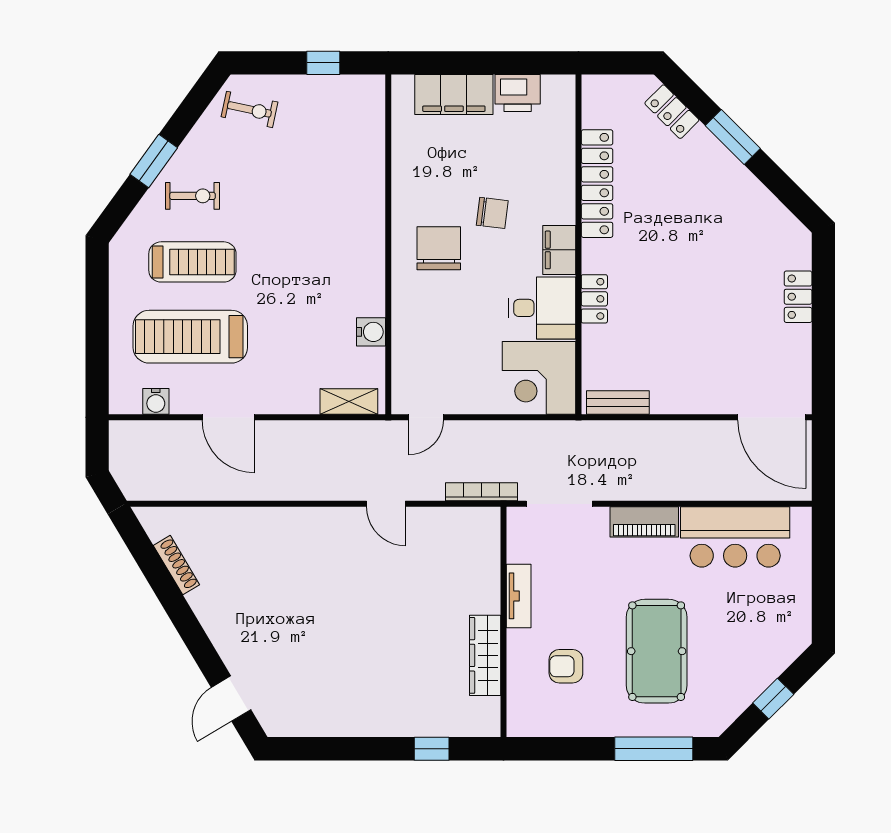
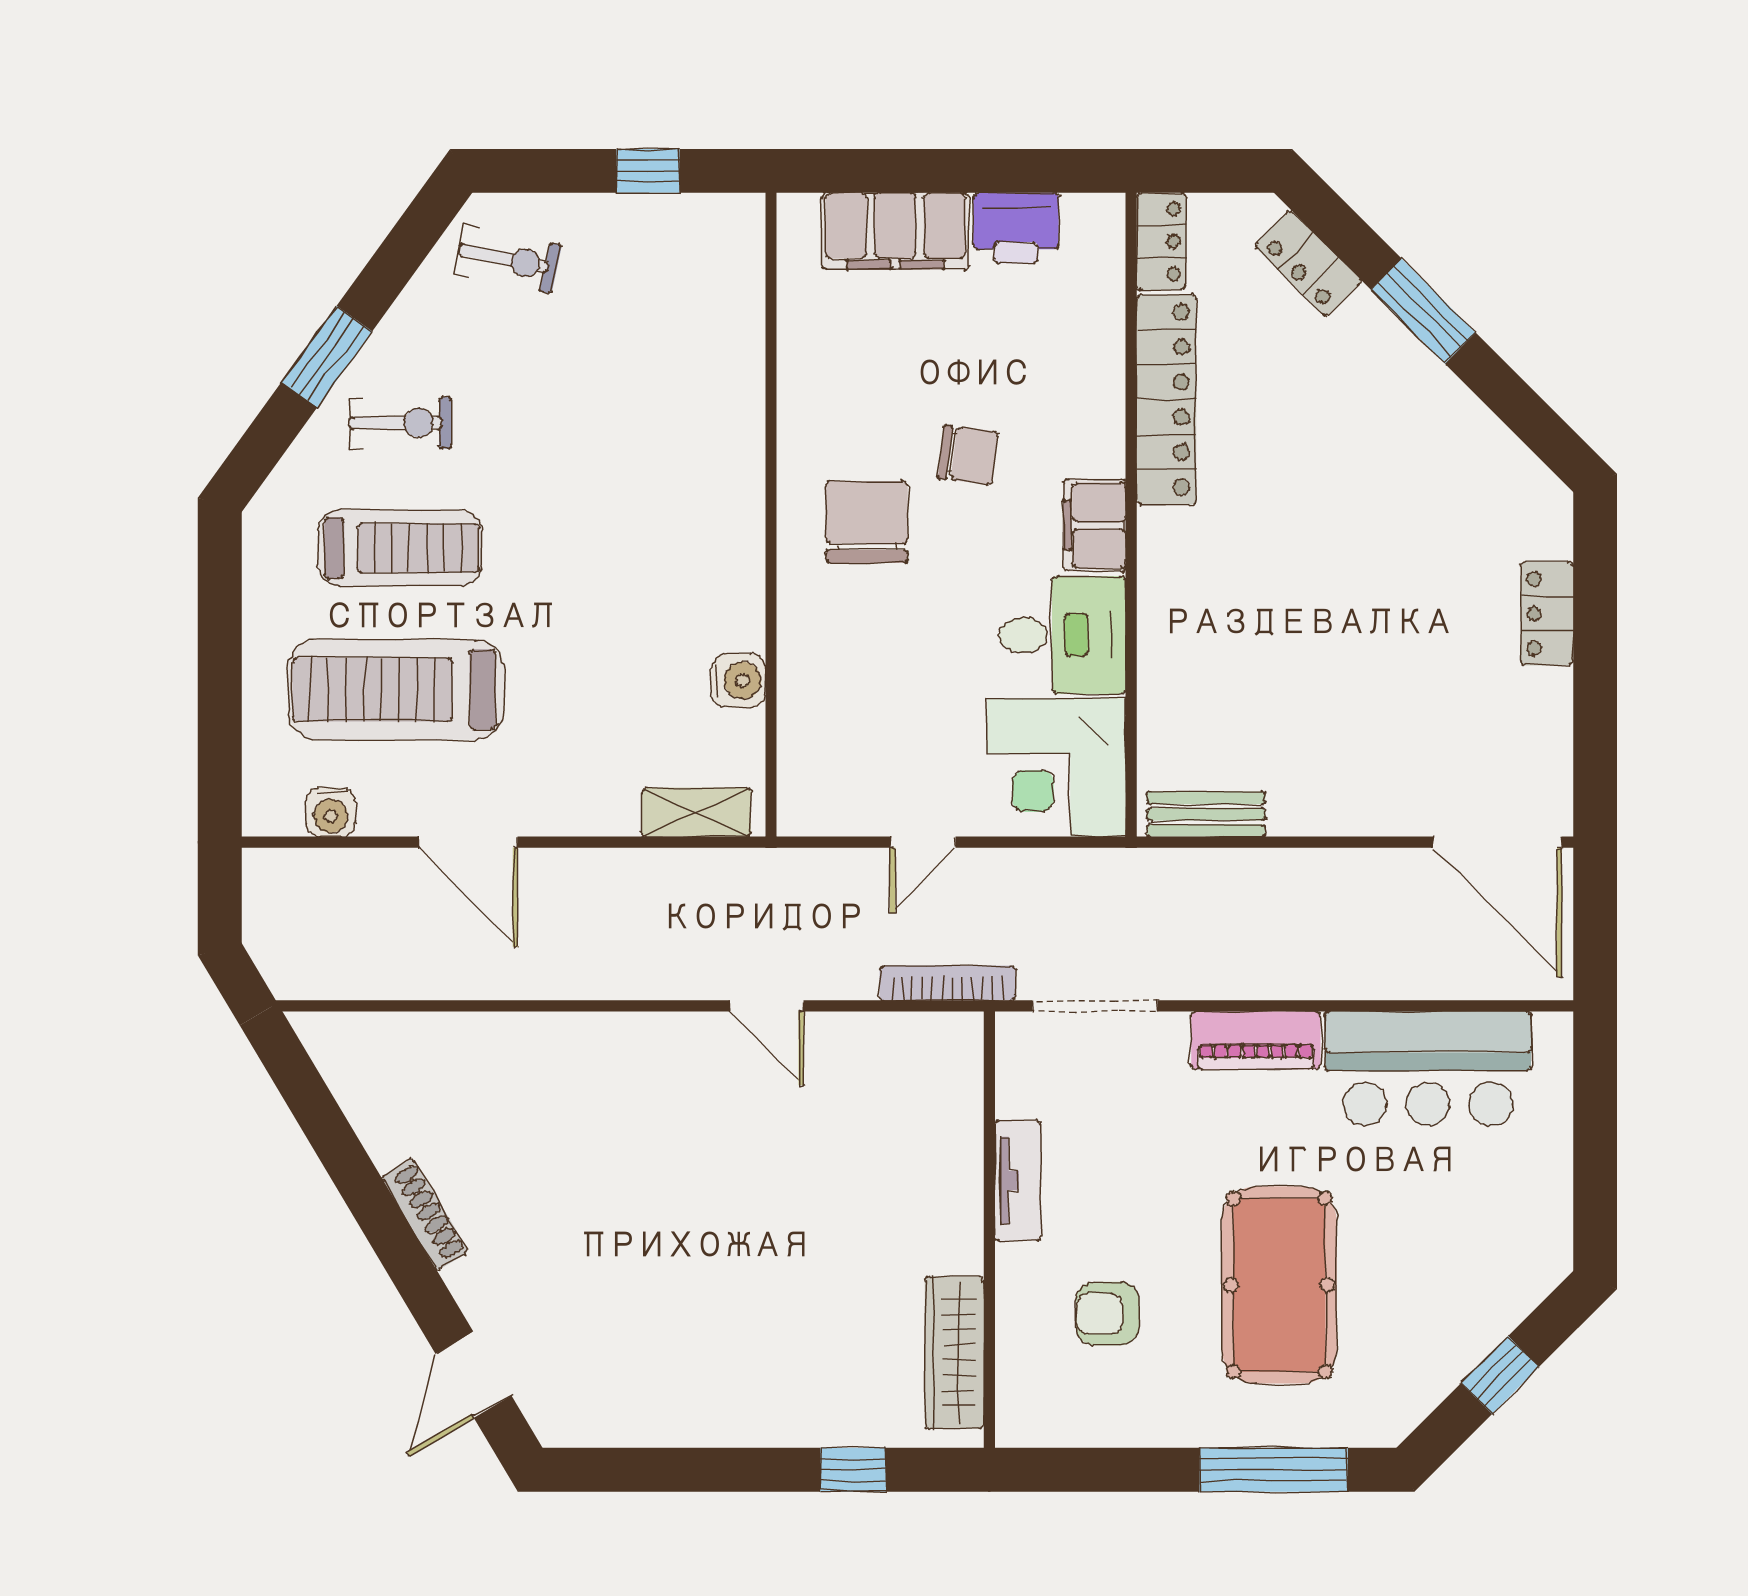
locker: (594, 299) -> (1161, 241), moved
door: (426, 417) -> (923, 842), moved
shoe rack: (176, 565) -> (425, 1214), moved
wardrobe: (485, 655) -> (954, 1353), moved

